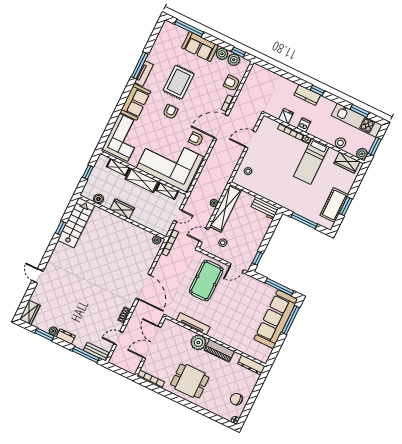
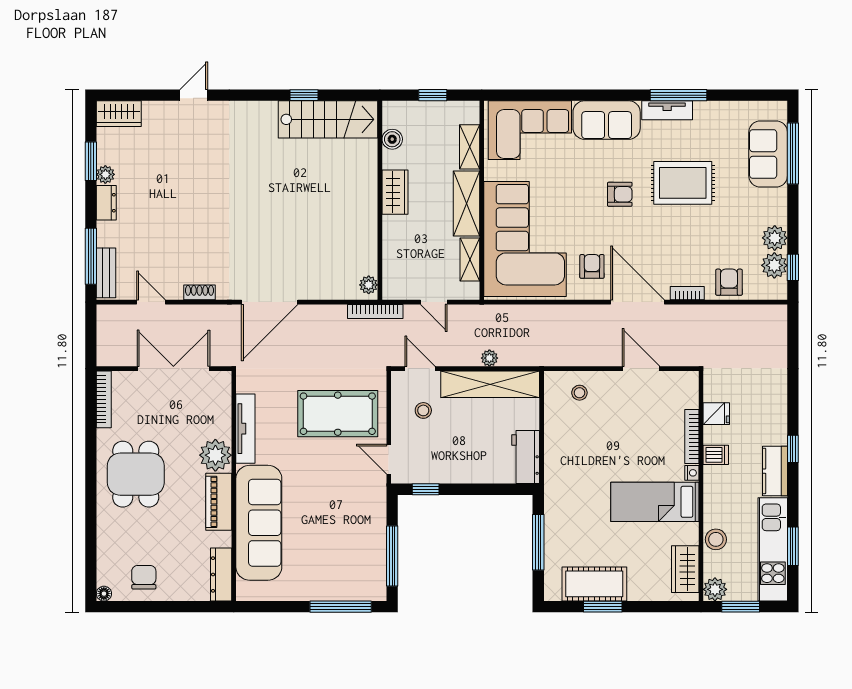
sofa: (200, 47) -> (768, 154), moved
kitchen counter: (307, 95) -> (775, 471), moved
sofa: (276, 319) -> (259, 523), moved, turned 90

